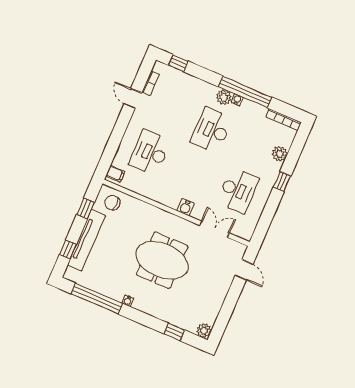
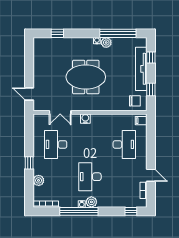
desk: (212, 130) -> (90, 177), turned 180
plant: (204, 331) -> (106, 43), moved

